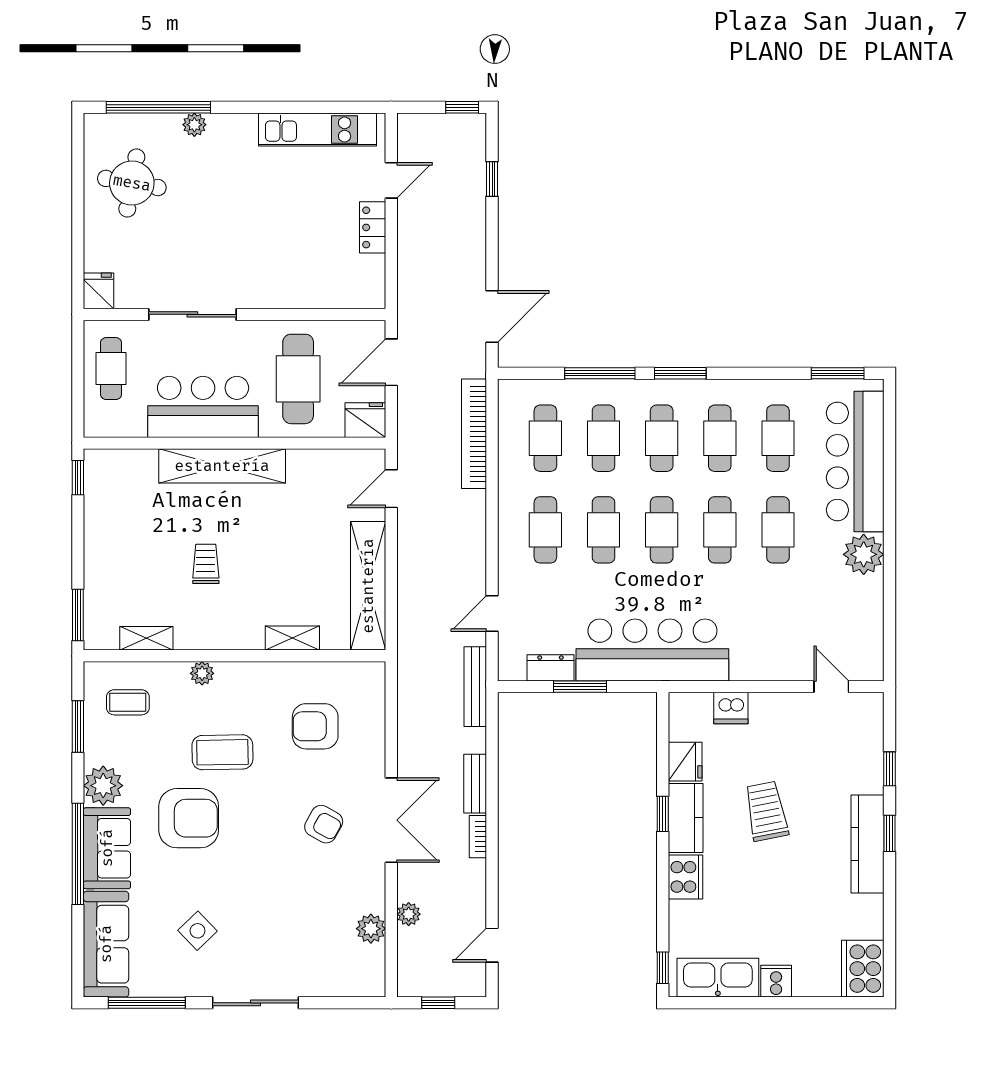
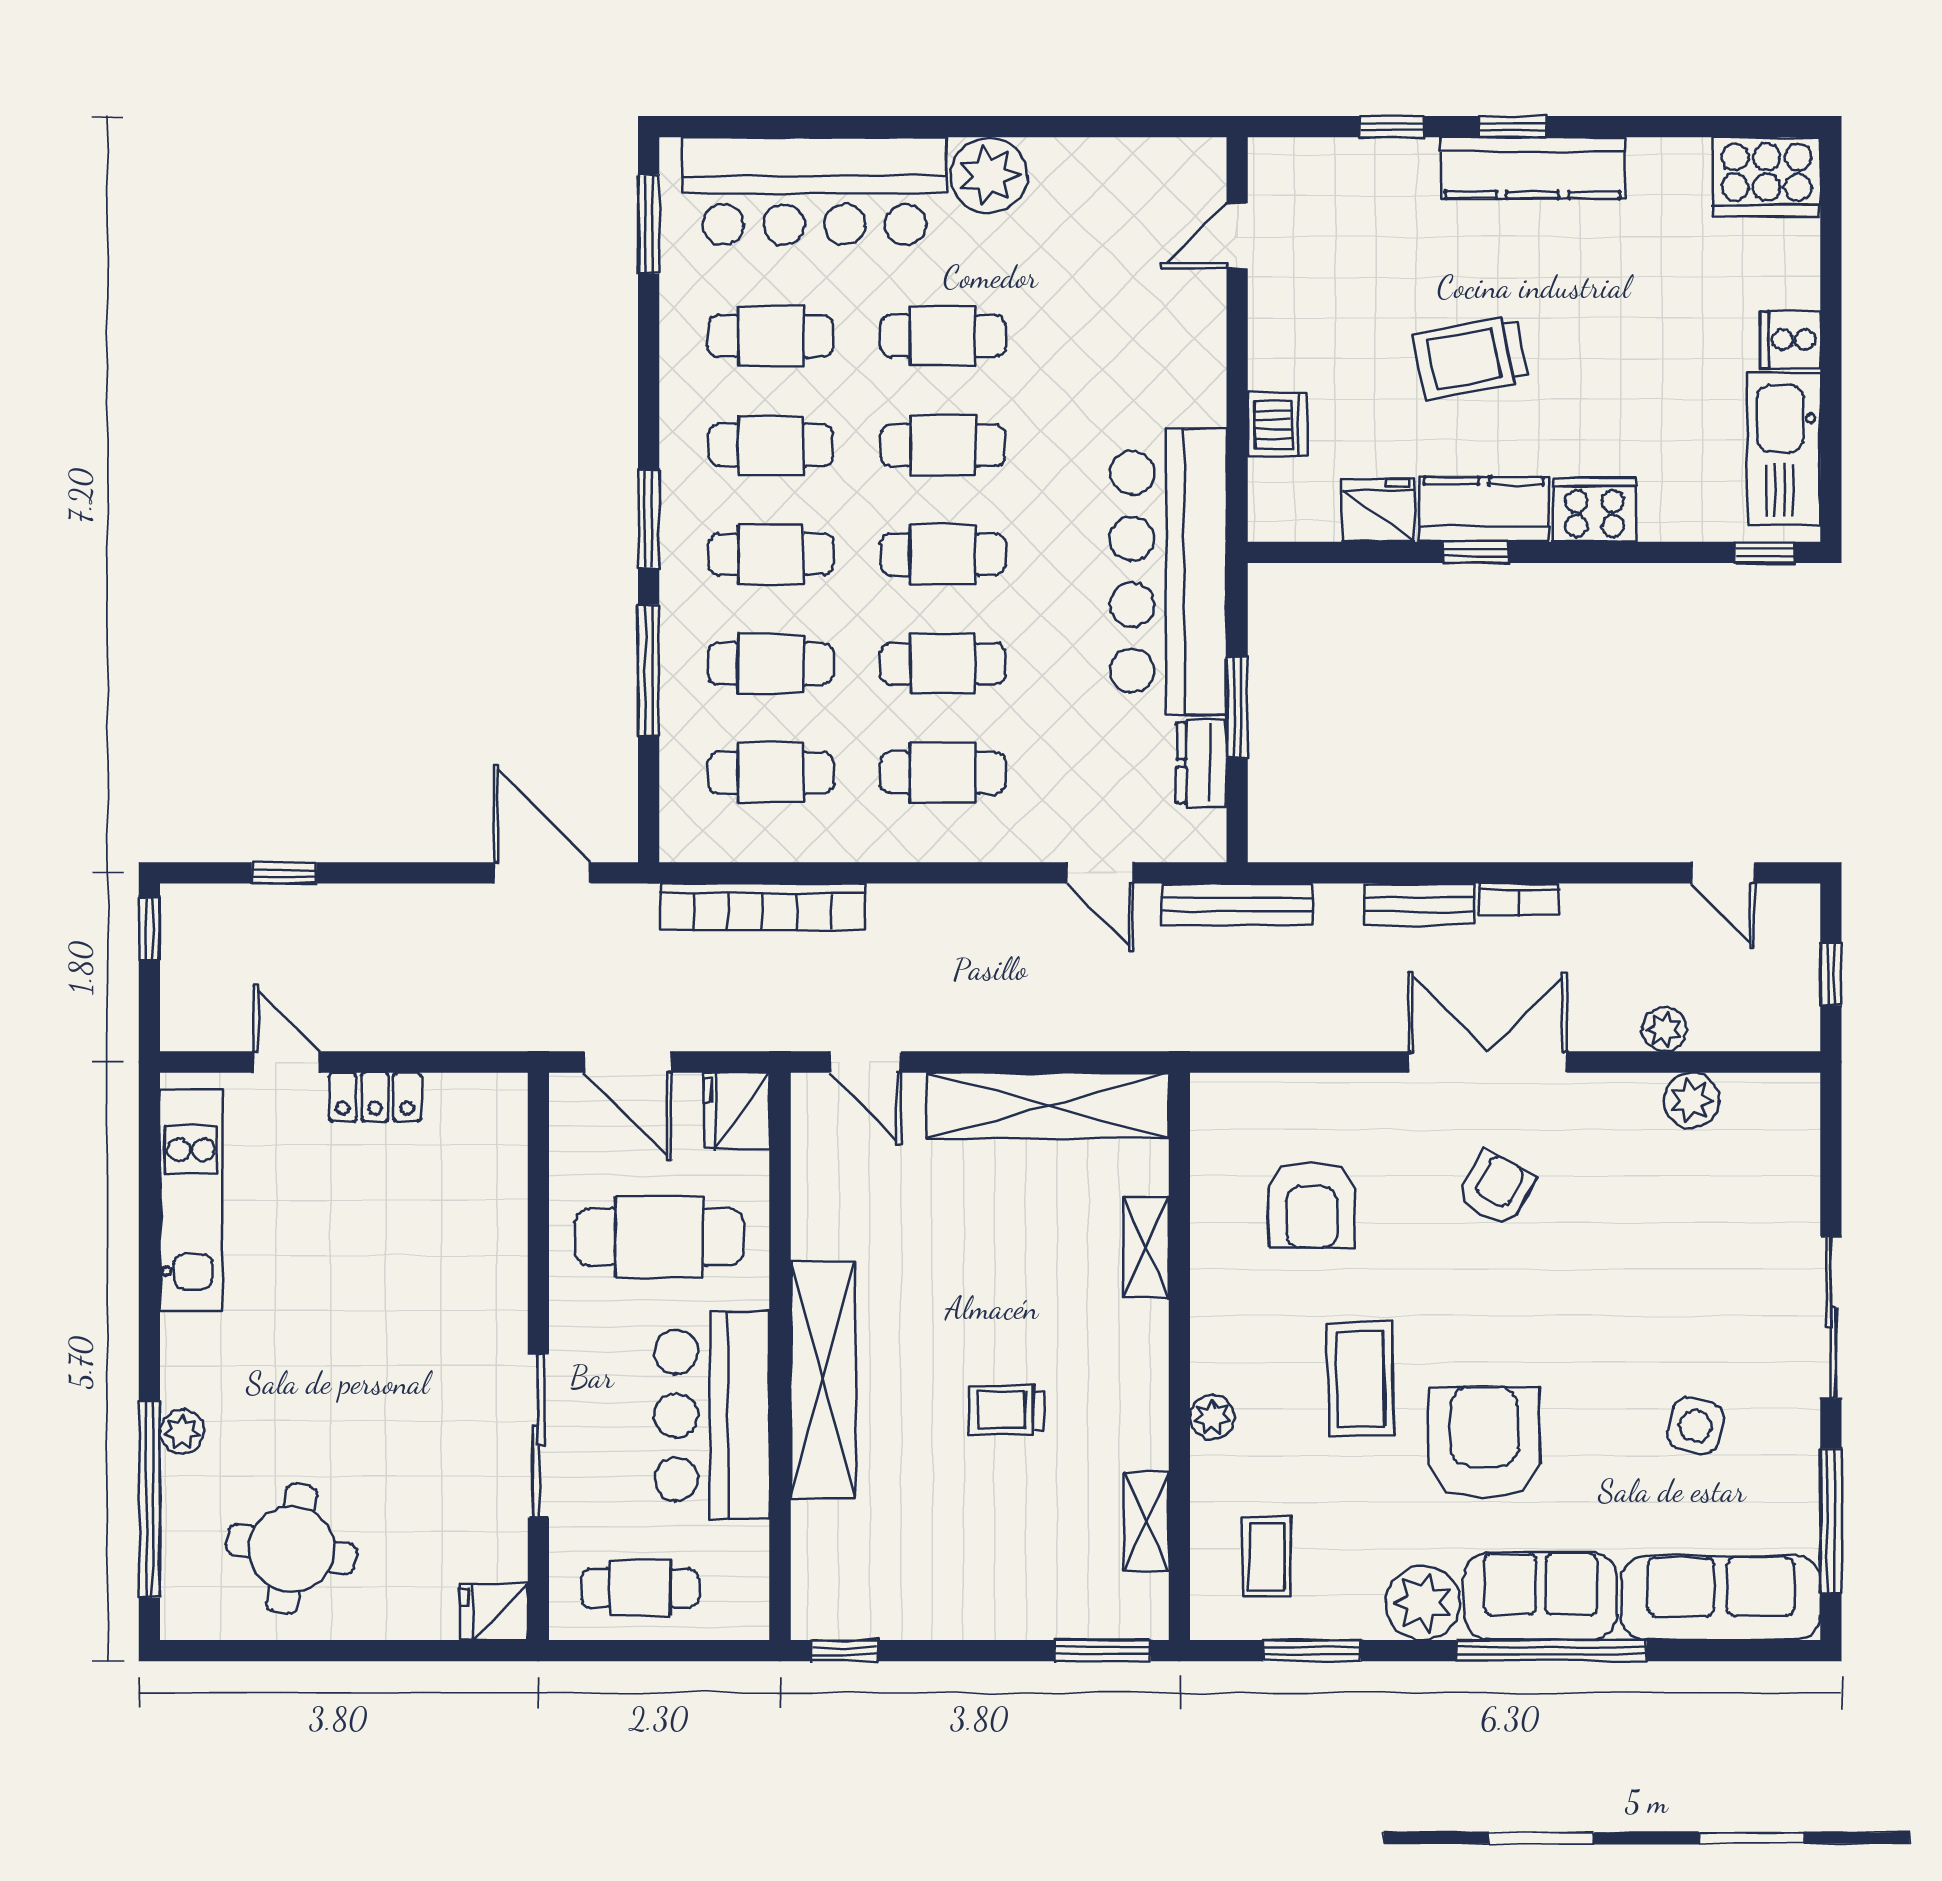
side table: (197, 931) -> (1696, 1426), turned -32

